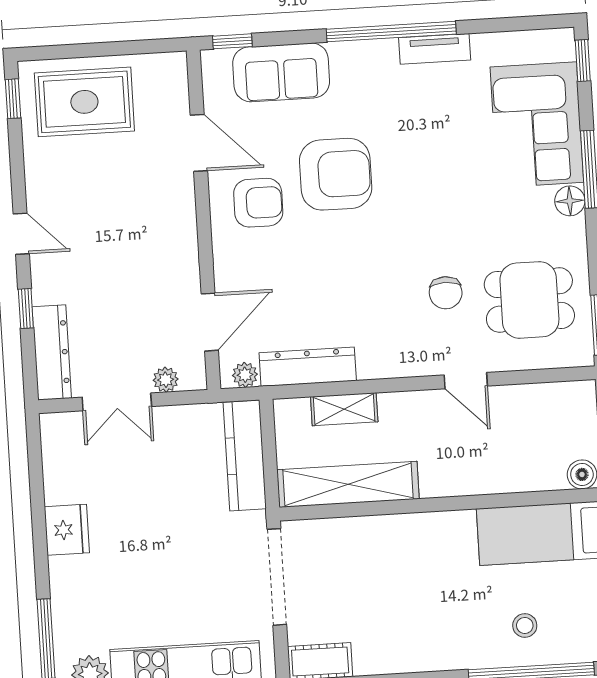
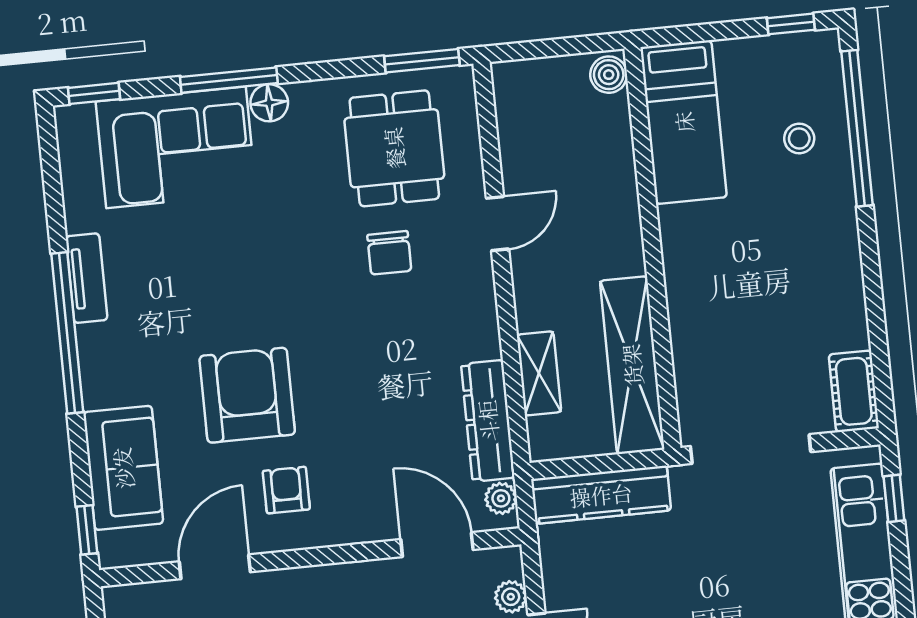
armchair: (258, 203) -> (286, 490), width x0.72, depth x0.72
chair: (446, 293) -> (389, 253), turned 90

